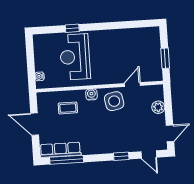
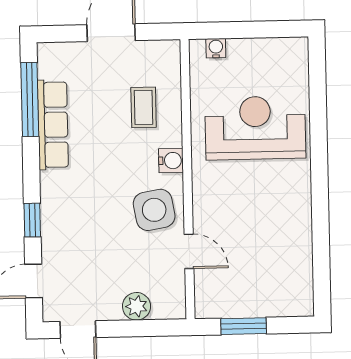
window: (72, 28) -> (318, 125), removed
row of seats: (60, 150) -> (53, 125), moved

